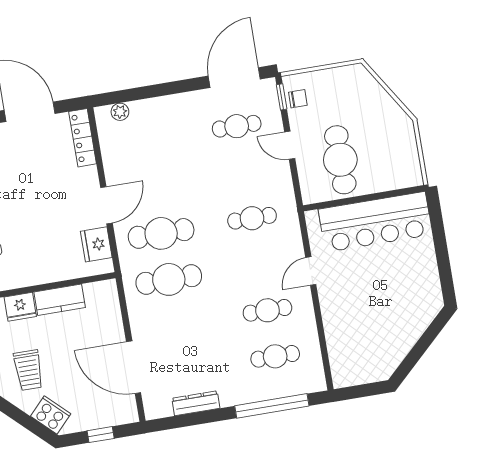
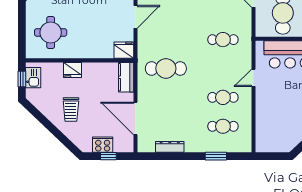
cafe table: (161, 233) -> (166, 40), removed
fridge: (96, 244) -> (124, 50), moved, turned 90
kitchen counter: (60, 300) -> (126, 77), moved, turned 90
window: (272, 406) -> (216, 156), width x0.47
cooker: (51, 415) -> (103, 145), moved, turned -44

